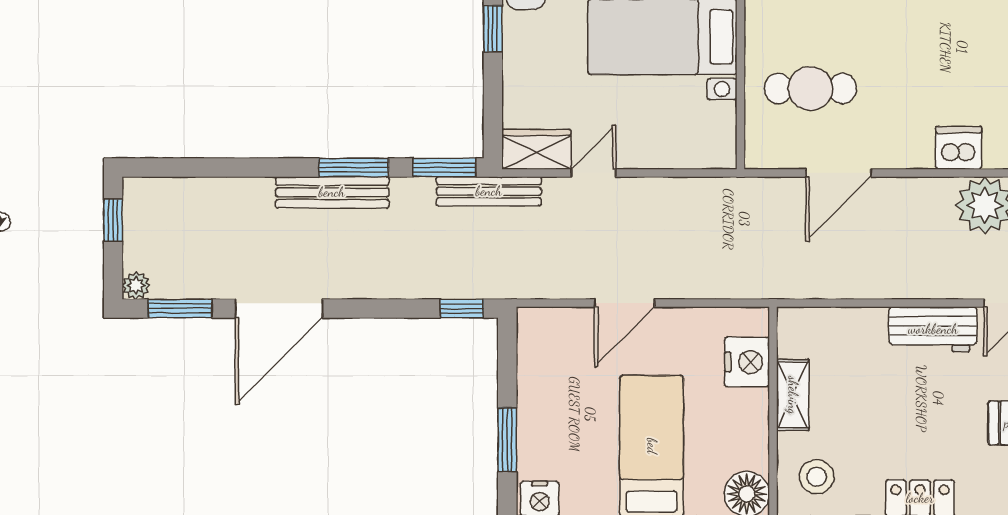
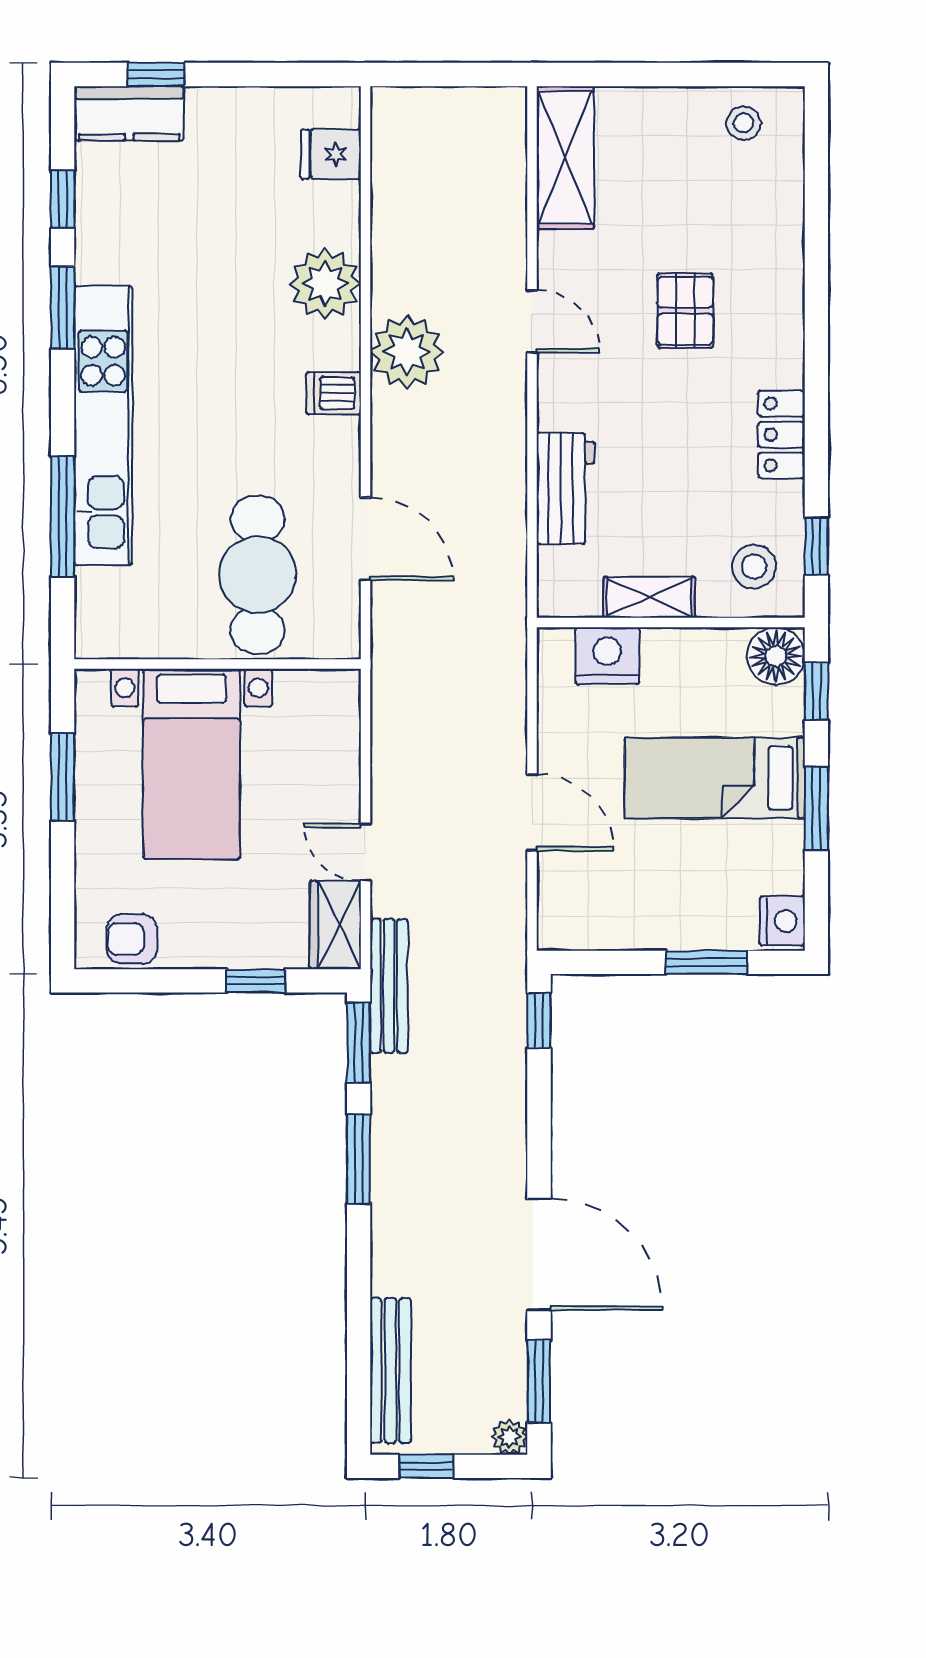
window: (493, 29) -> (256, 981), moved
cafe table: (810, 88) -> (258, 575), width x1.37, depth x1.35
dishwasher: (959, 148) -> (334, 393), width x0.73
bench: (332, 192) -> (390, 1371), moved
workbench: (933, 329) -> (566, 488), moved

